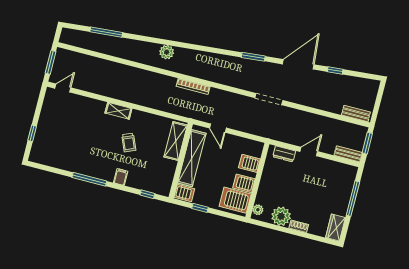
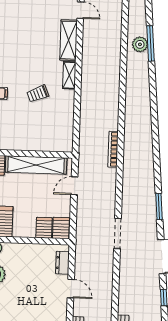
plant: (167, 52) -> (140, 44), moved
shelving: (176, 141) -> (69, 40), moved, turned 90
server rack: (244, 183) -> (61, 228), moved

